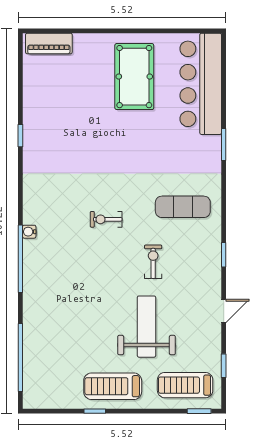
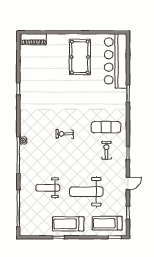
exercise bike: (153, 262) -> (106, 150), moved
weight bench: (75, 319) -> (48, 188), added
weight bench: (147, 327) -> (86, 192), turned -90

